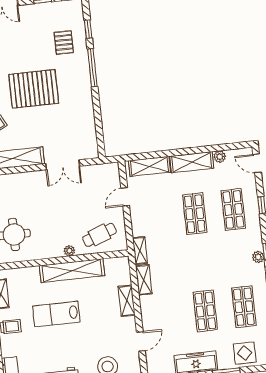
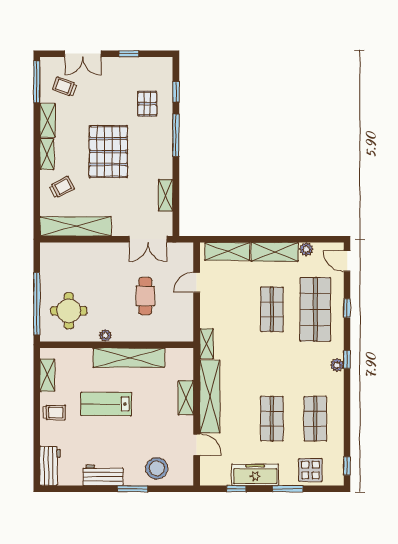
pallet: (34, 89) -> (108, 151), turned 90
shelving: (89, 122) -> (166, 195), added
double door: (63, 165) -> (148, 239), moved
shop shelf: (233, 209) -> (315, 309), width x1.43, depth x1.36
cafe table: (99, 235) -> (145, 296), moved, turned -70
plant: (69, 251) -> (105, 335), moved
shelving: (144, 280) -> (210, 396), width x2.20, depth x1.33
door: (141, 341) -> (197, 445), hinge flipped

